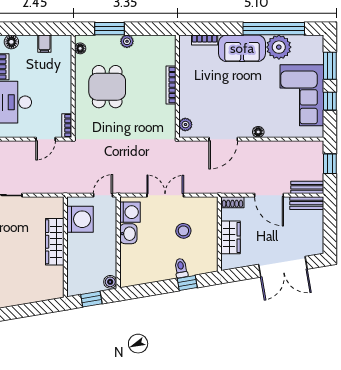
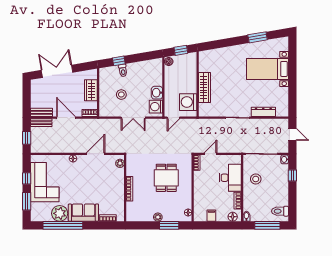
dining table: (107, 87) -> (166, 178), moved

